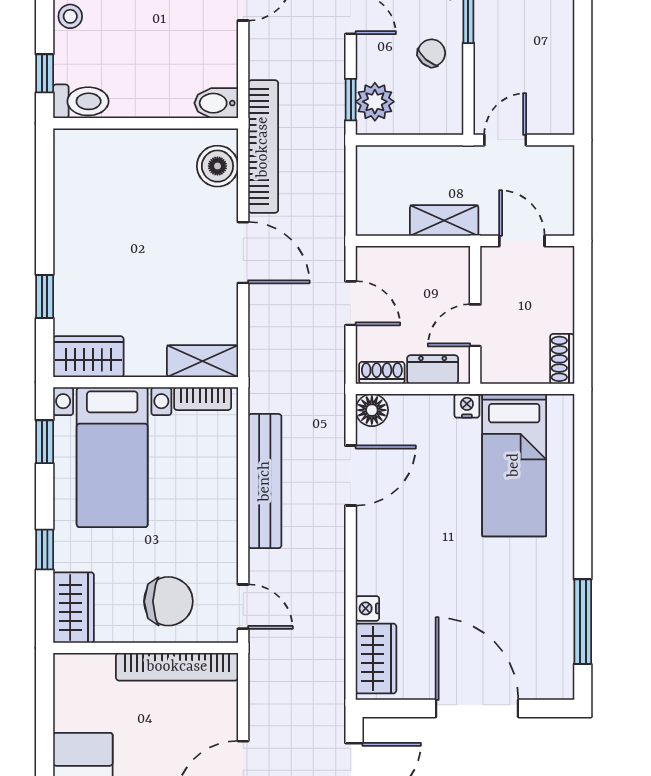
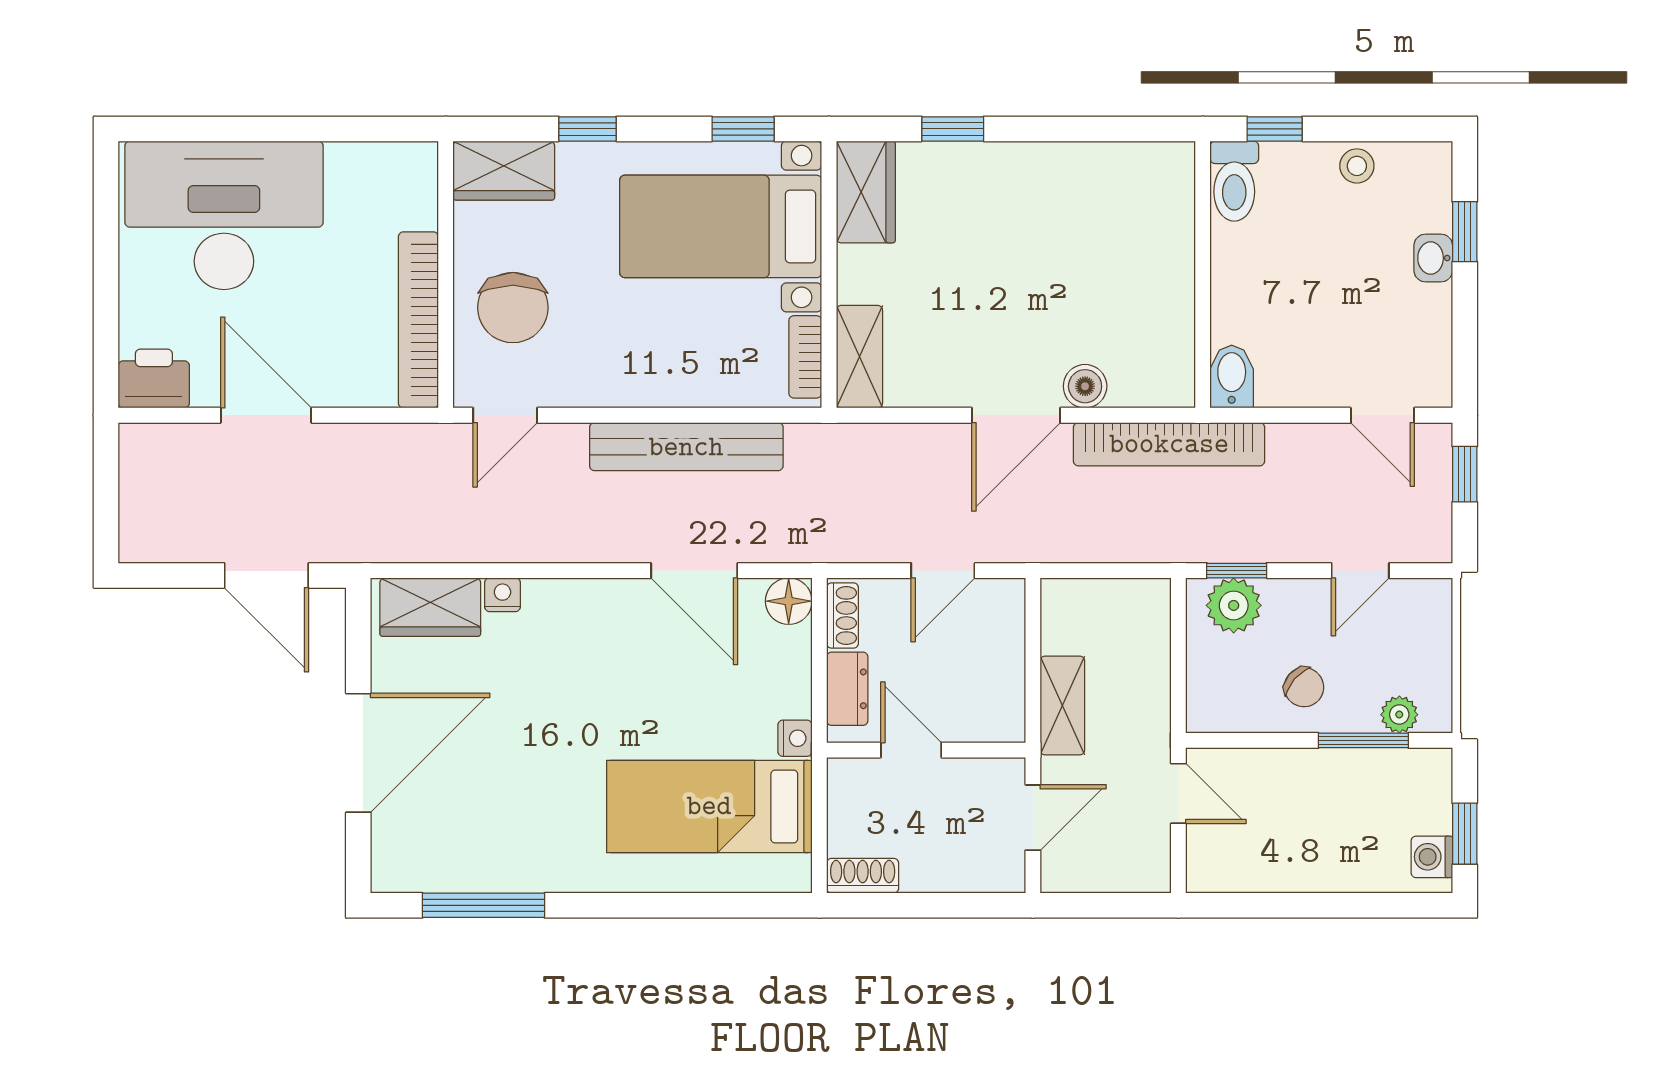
boiler: (217, 166) -> (1085, 386), moved, width x0.73, depth x0.73

